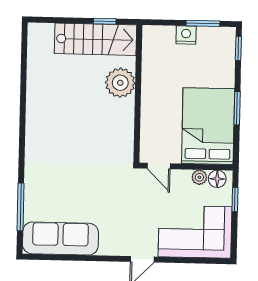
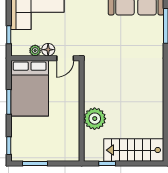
nightstand: (186, 35) -> (47, 155), removed
stairs: (95, 39) -> (134, 150), moved
door: (159, 166) -> (65, 58), swing flipped
floor lamp: (217, 179) -> (48, 50), moved

